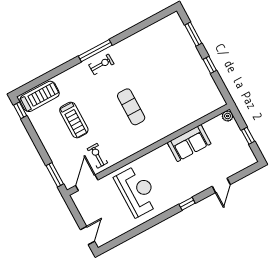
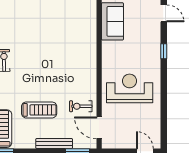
exercise mat: (131, 107) -> (54, 55), removed
bench: (51, 150) -> (54, 144), added

